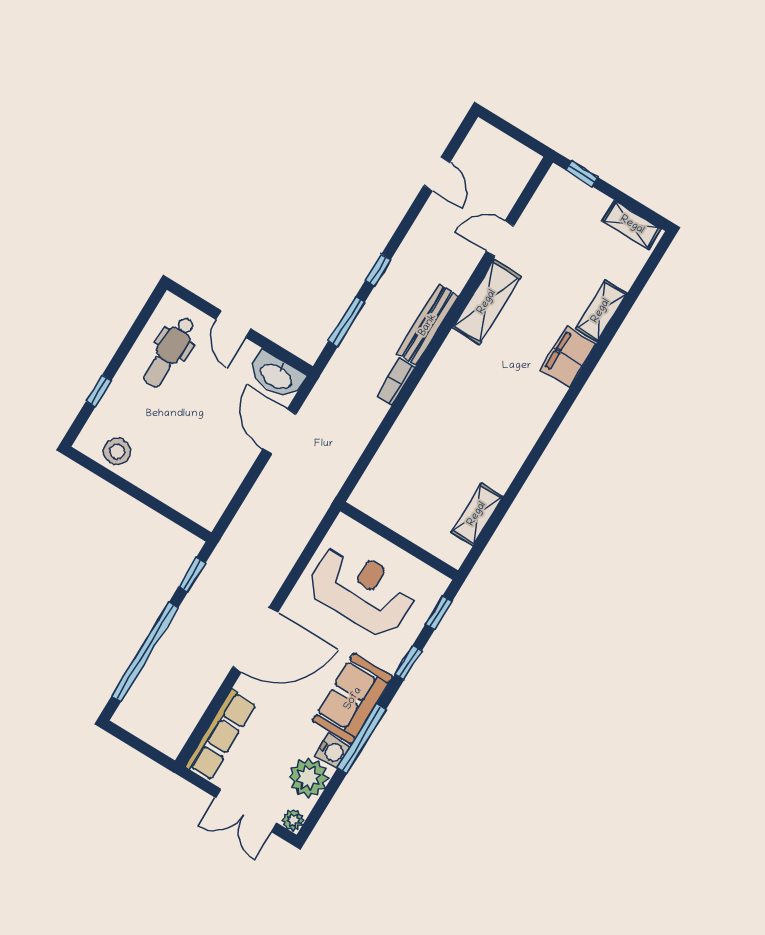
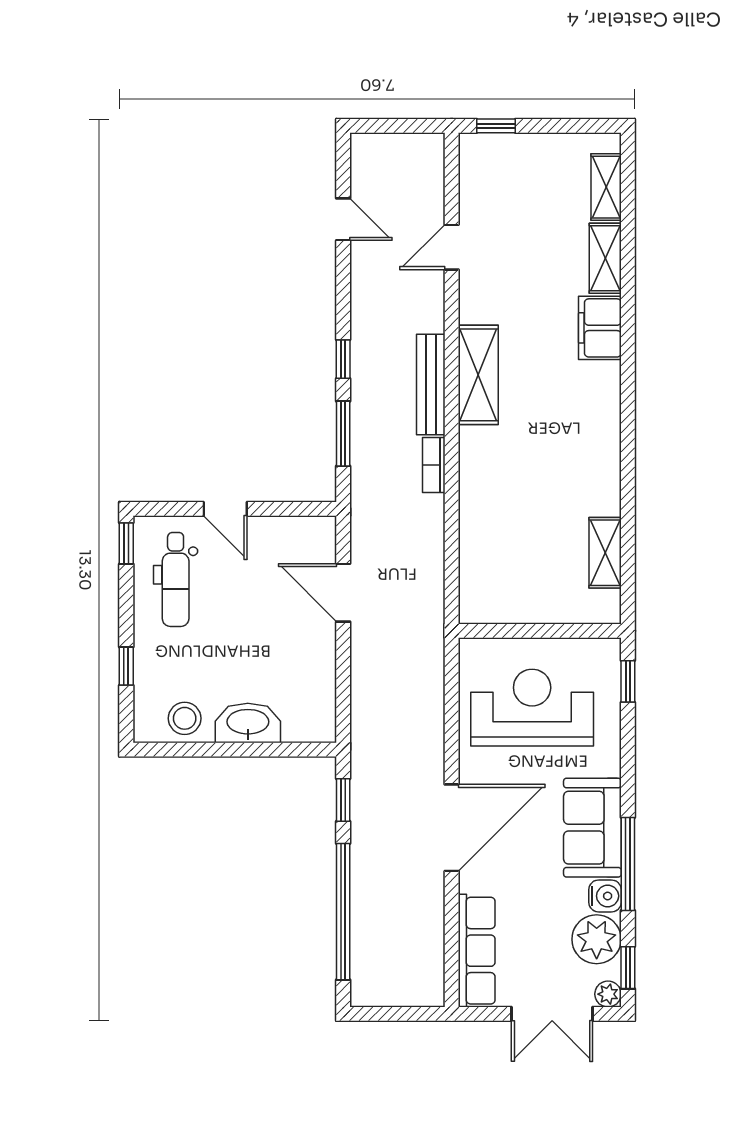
shelving: (632, 225) -> (606, 187), moved, turned 90
shelving: (487, 302) -> (478, 375), moved
window: (150, 306) -> (126, 543), added
washbasin: (276, 376) -> (248, 723), moved, turned 180
window: (408, 662) -> (628, 968), moved

